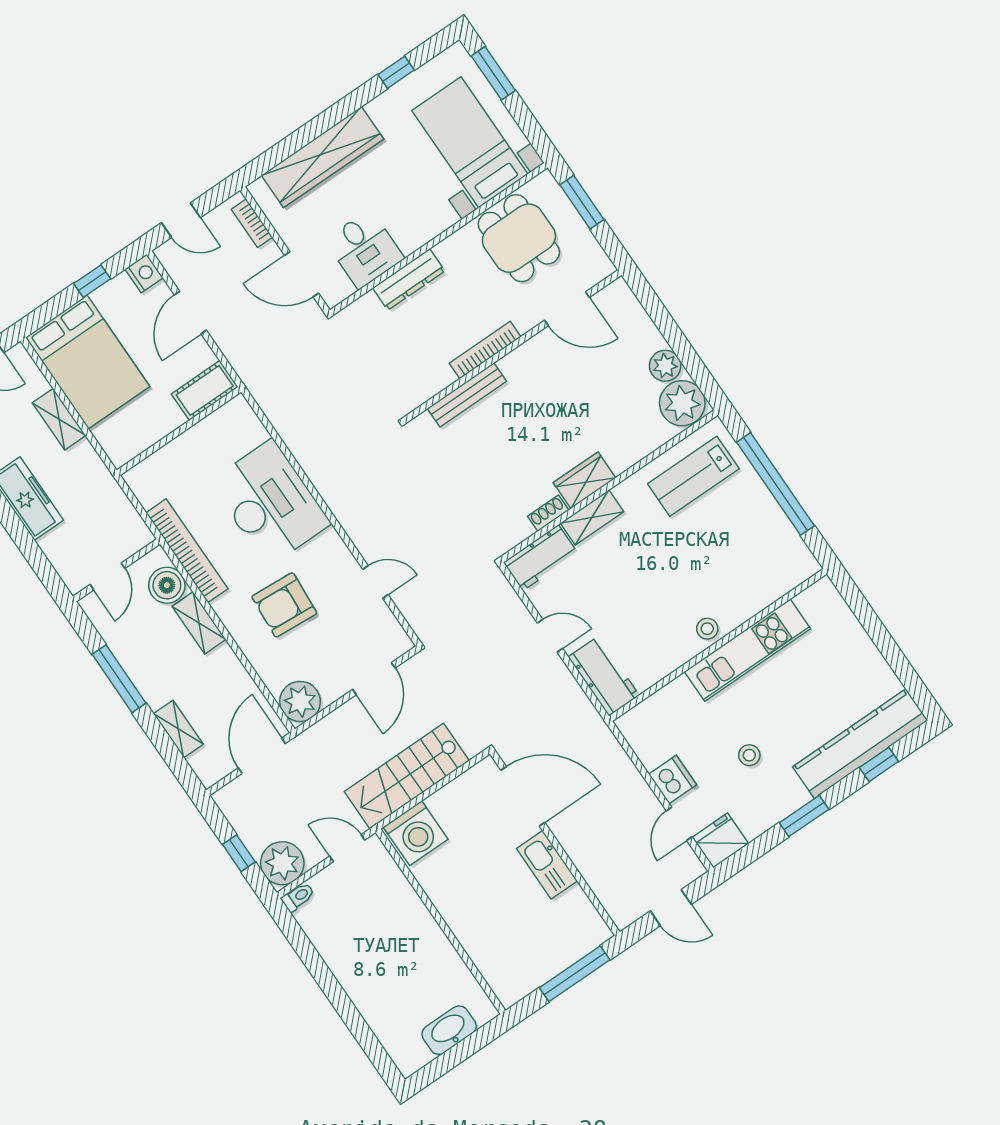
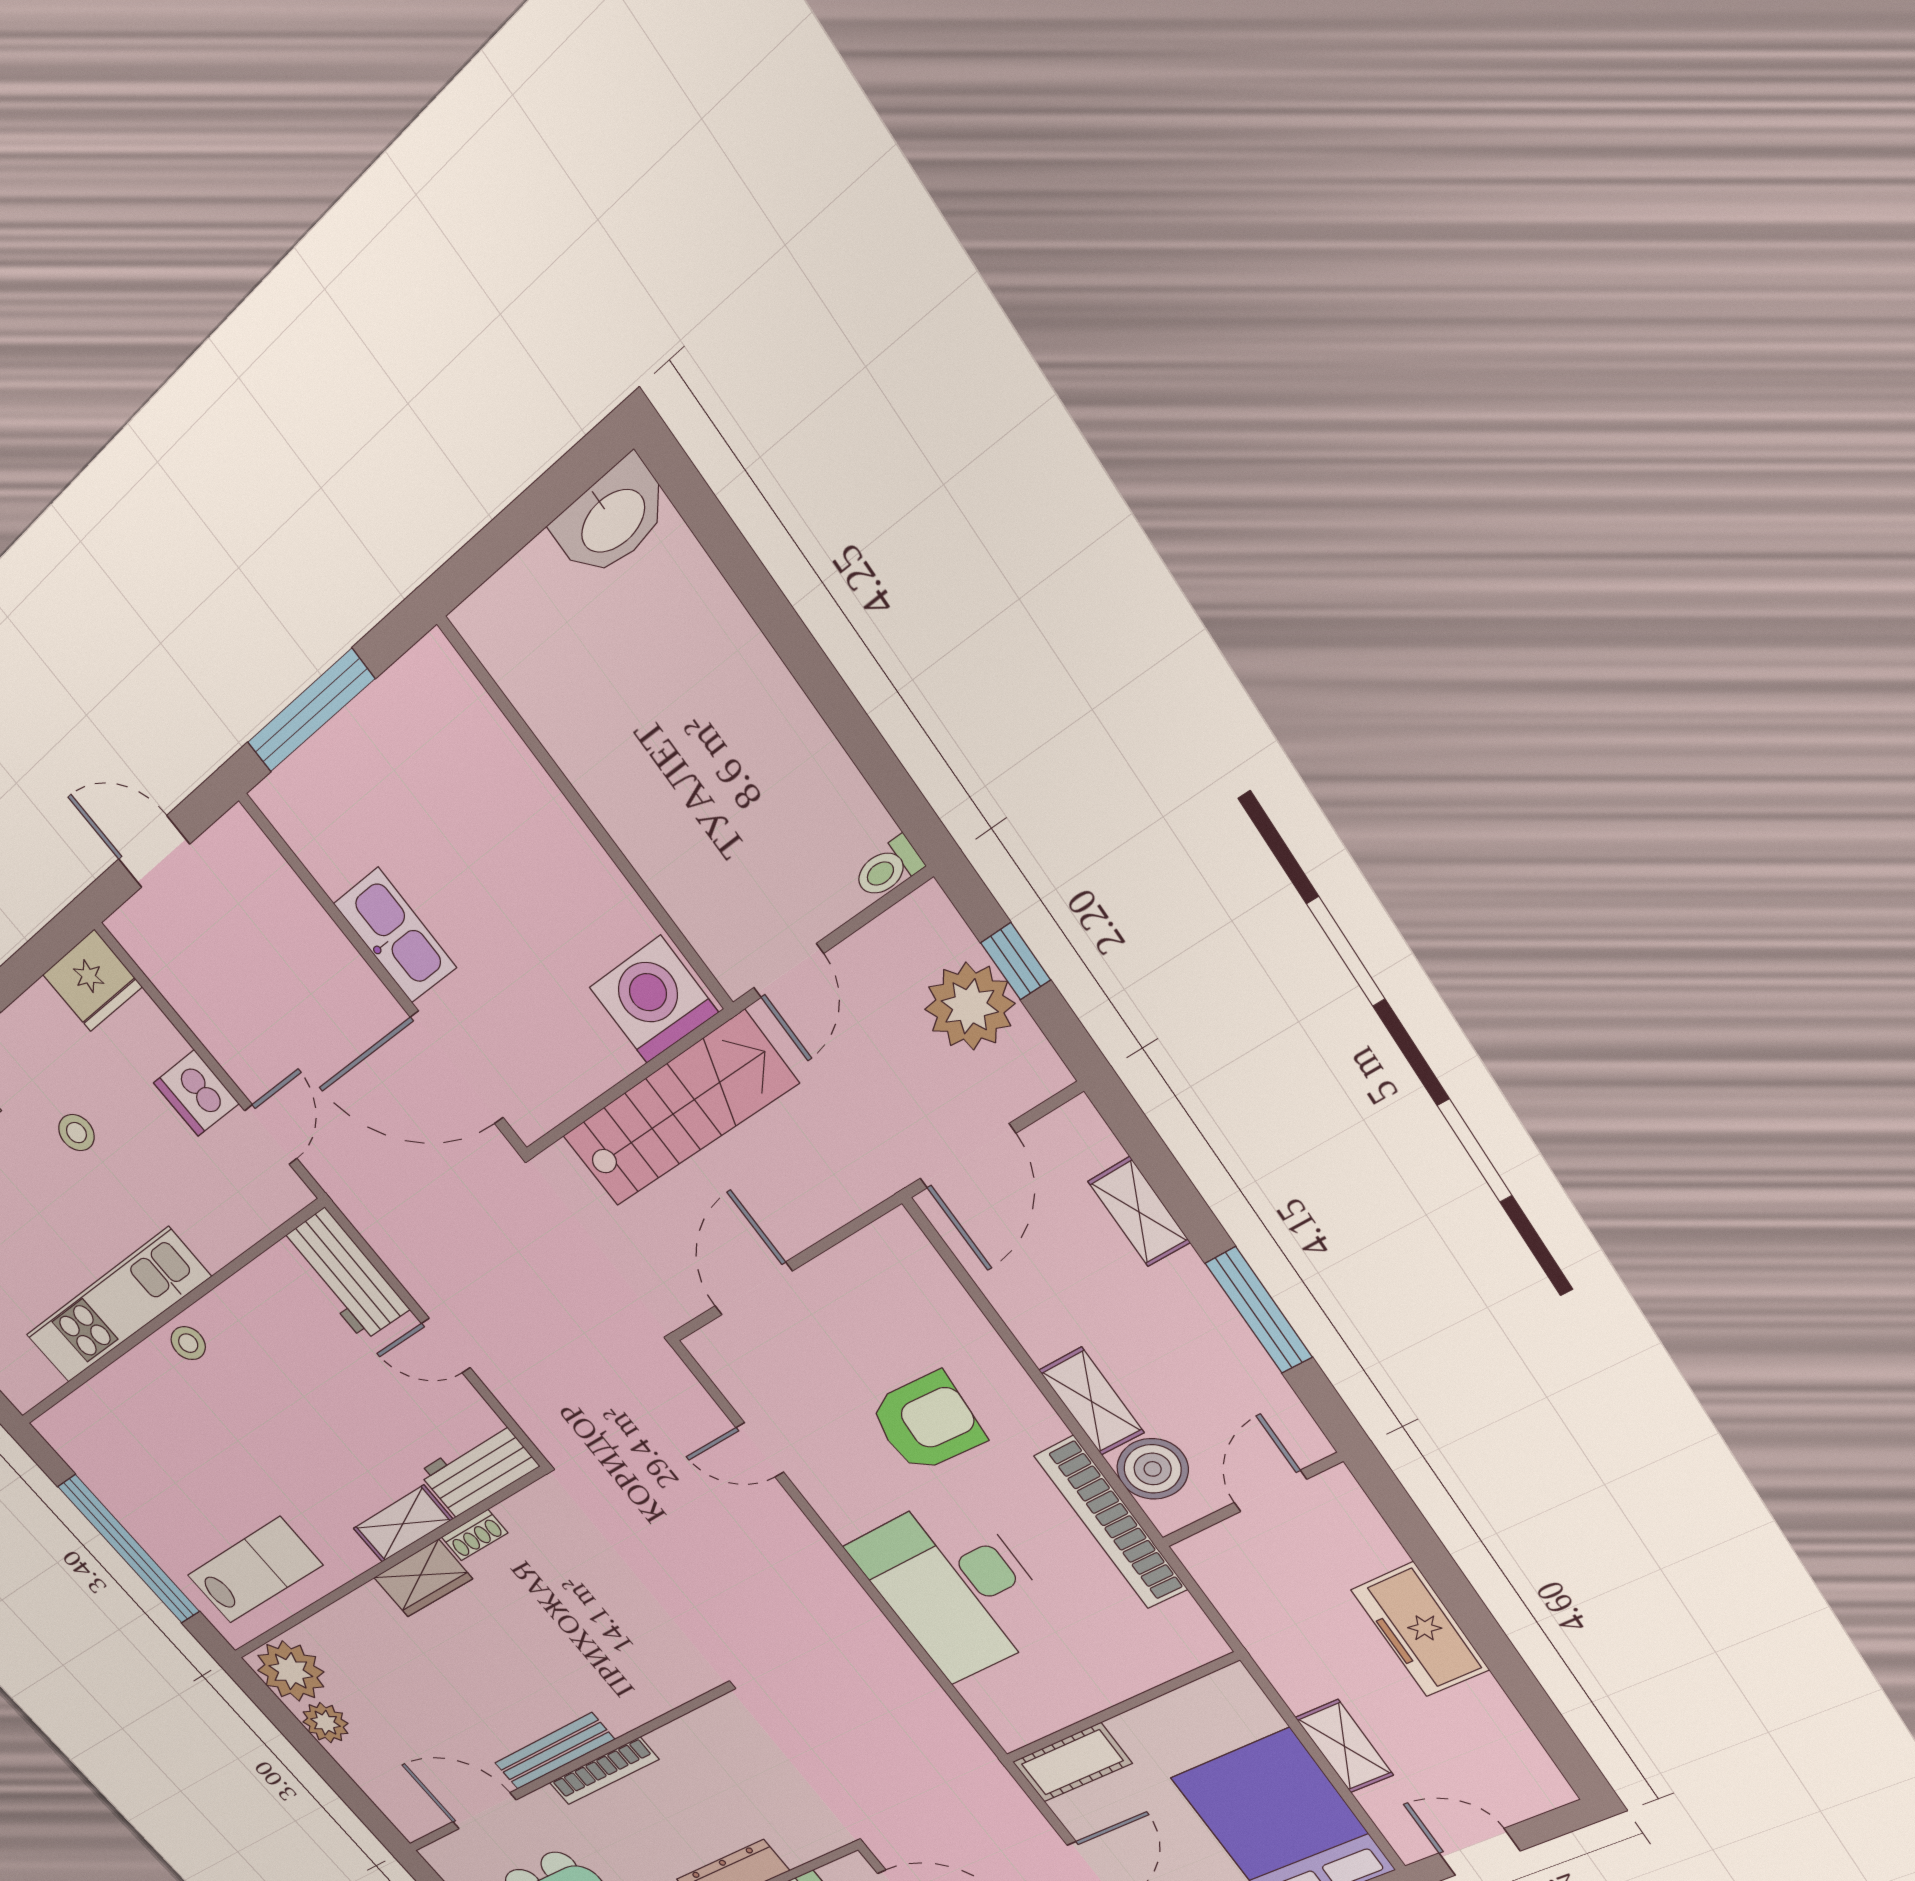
bench: (467, 395) -> (554, 1751), moved
plant: (300, 701) -> (893, 1254), removed
door: (679, 824) -> (271, 1135), moved
door: (347, 848) -> (789, 971), hinge flipped
plant: (282, 863) -> (970, 1006), moved
washbasin: (449, 1030) -> (612, 519), moved

